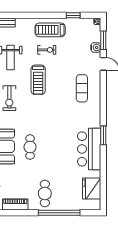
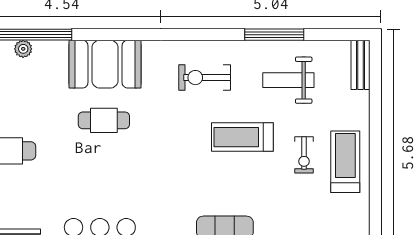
window: (73, 15) -> (375, 209), removed

